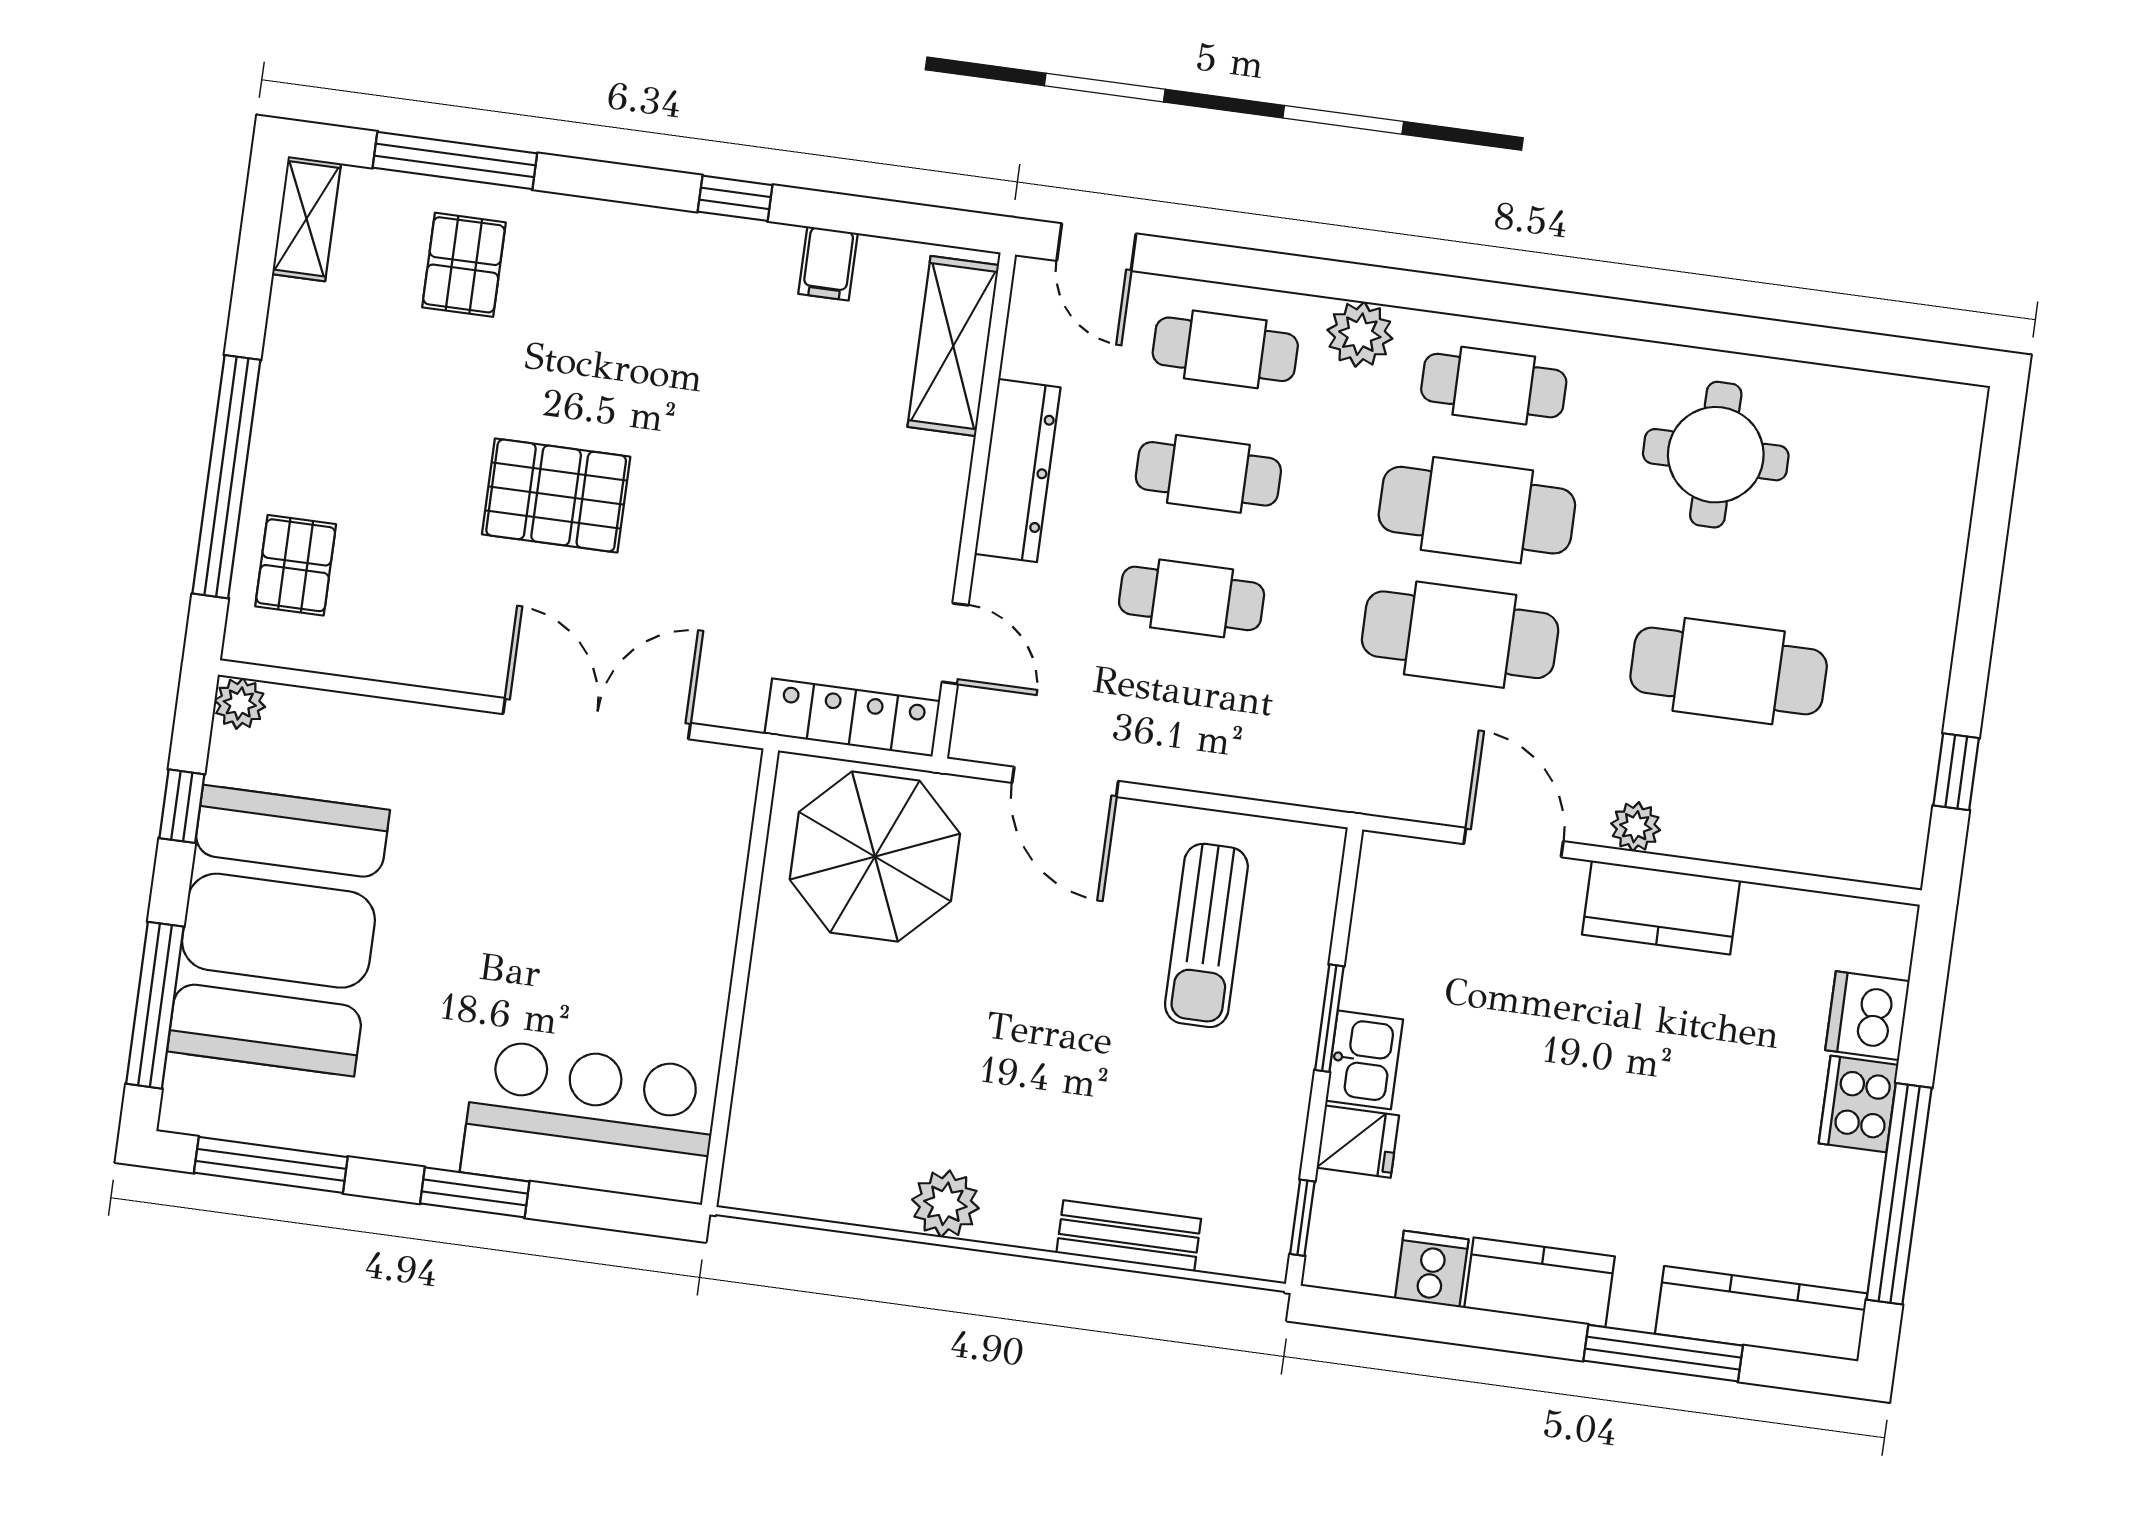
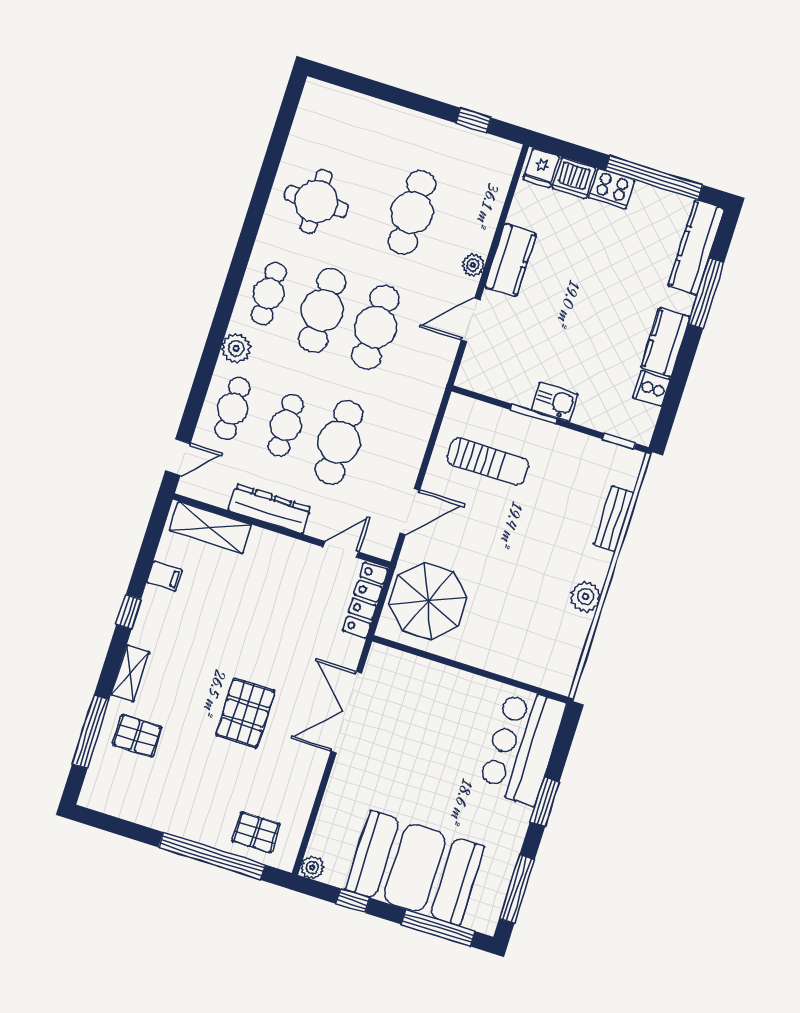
shelving: (307, 219) -> (130, 673), moved, turned 90
cafe table: (1192, 598) -> (339, 442), width x1.37, depth x1.35
fridge: (1358, 1142) -> (541, 168), moved, turned 180

